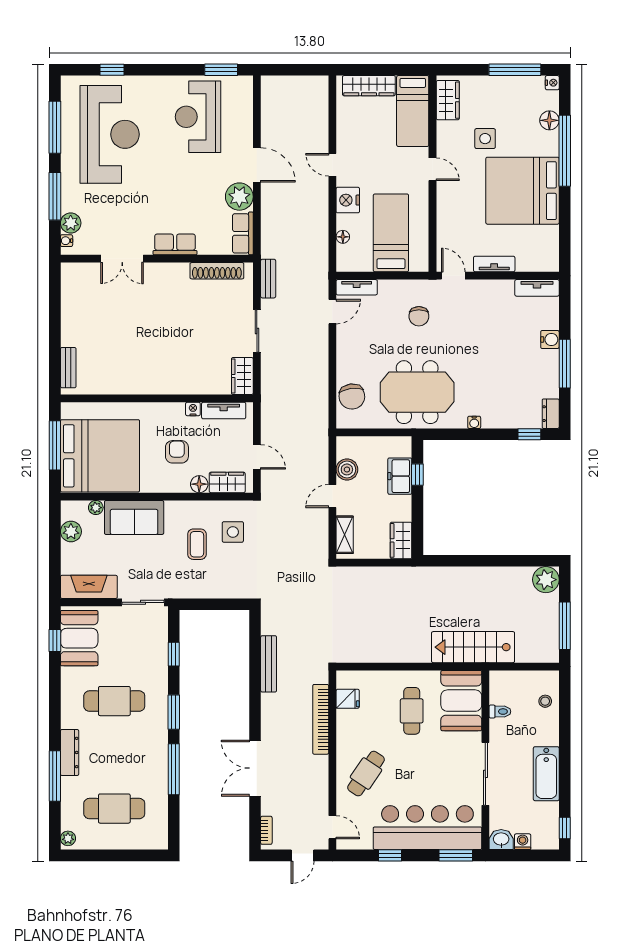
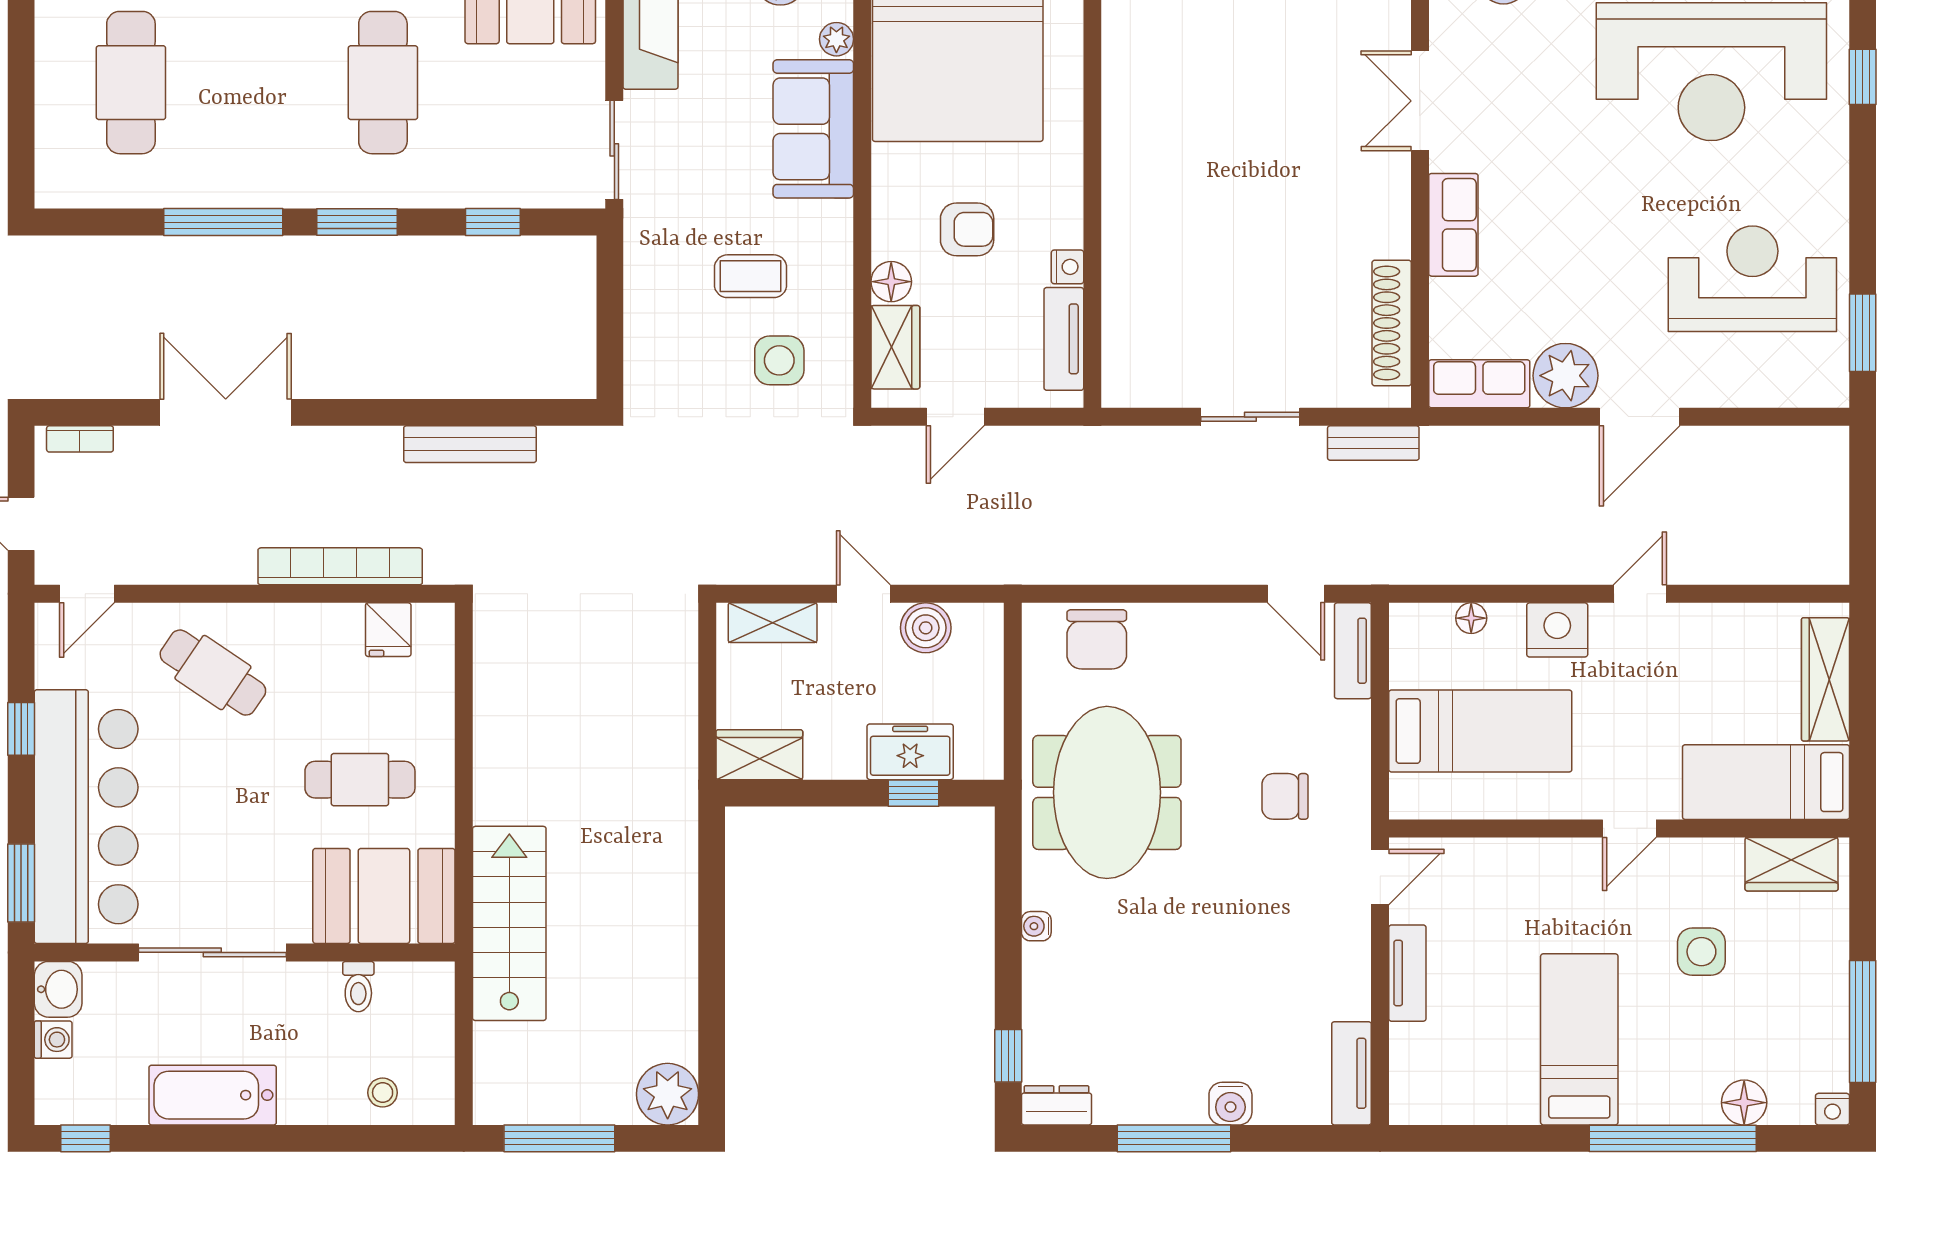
bed: (522, 191) -> (1579, 1039), width x0.49
wardrobe: (242, 376) -> (1145, 383), removed
chair: (352, 397) -> (1097, 639), turned -83

